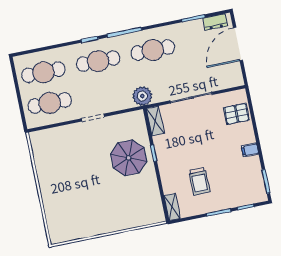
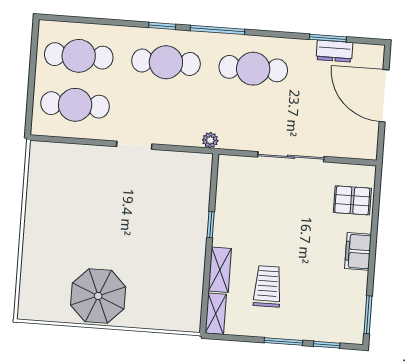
dresser: (215, 22) -> (334, 51), moved
door: (238, 44) -> (384, 96), hinge flipped
plant: (142, 96) -> (210, 140), width x0.53, depth x0.53
shelving: (155, 121) -> (220, 270), moved
filing cabinet: (250, 150) -> (358, 251), width x2.00
parasol: (129, 158) -> (98, 296), moved
trolley: (199, 181) -> (268, 286), turned 180

